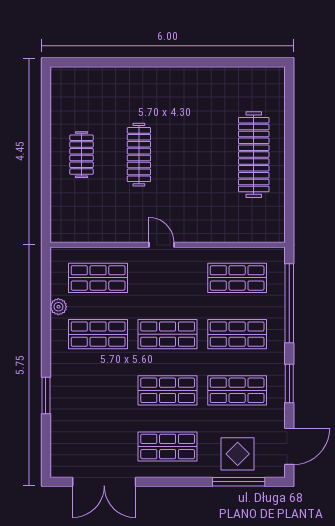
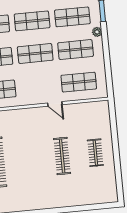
door: (161, 245) -> (55, 104), moved
plant: (58, 307) -> (97, 32), moved
shop shelf: (98, 390) -> (72, 17), added

